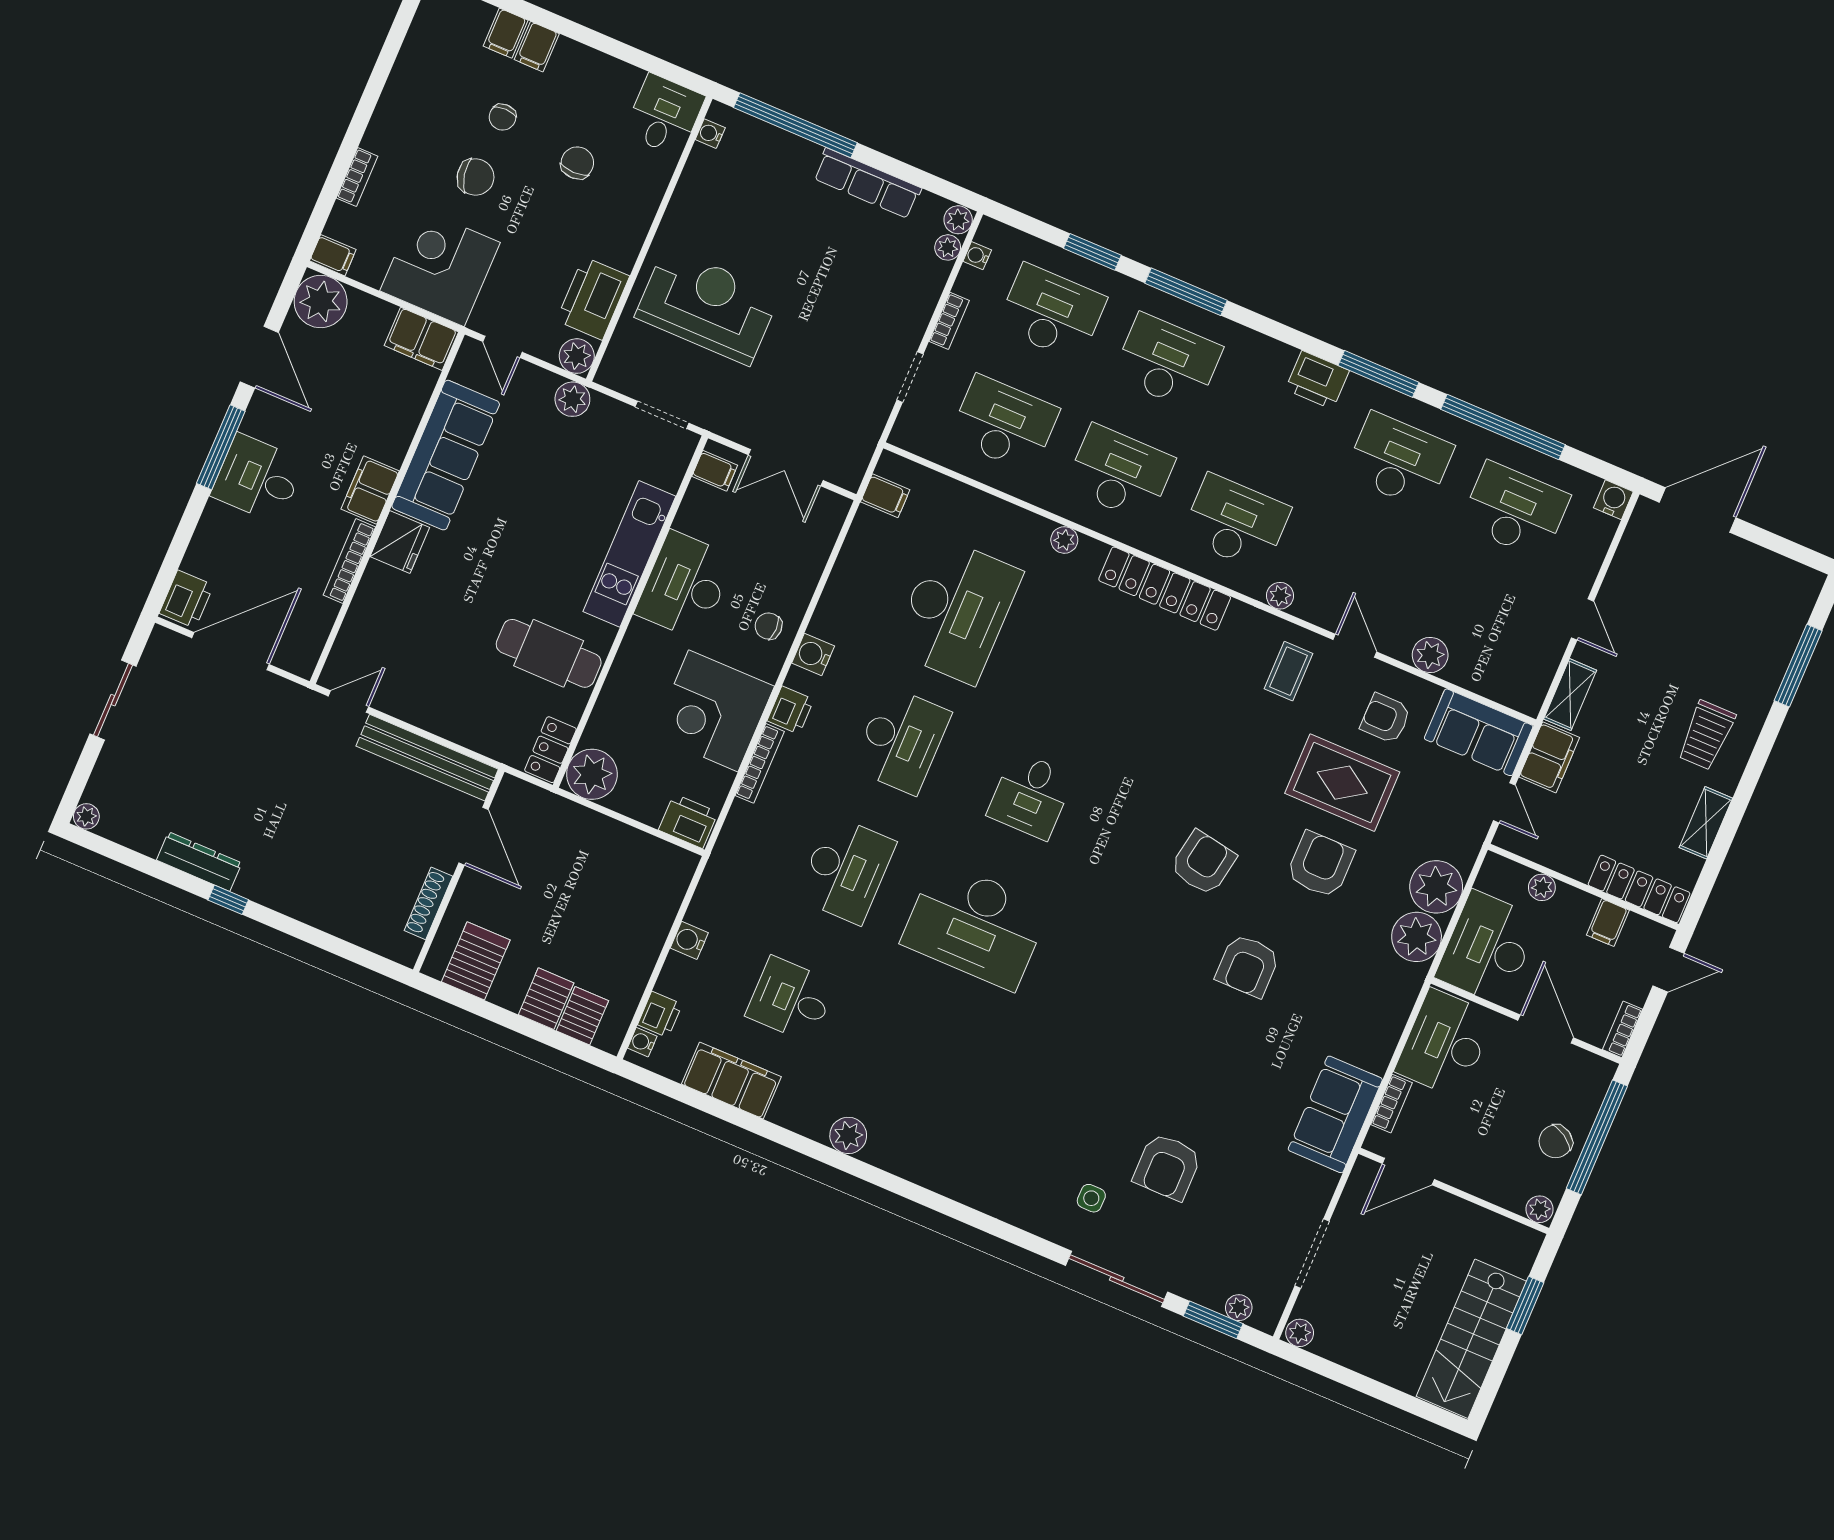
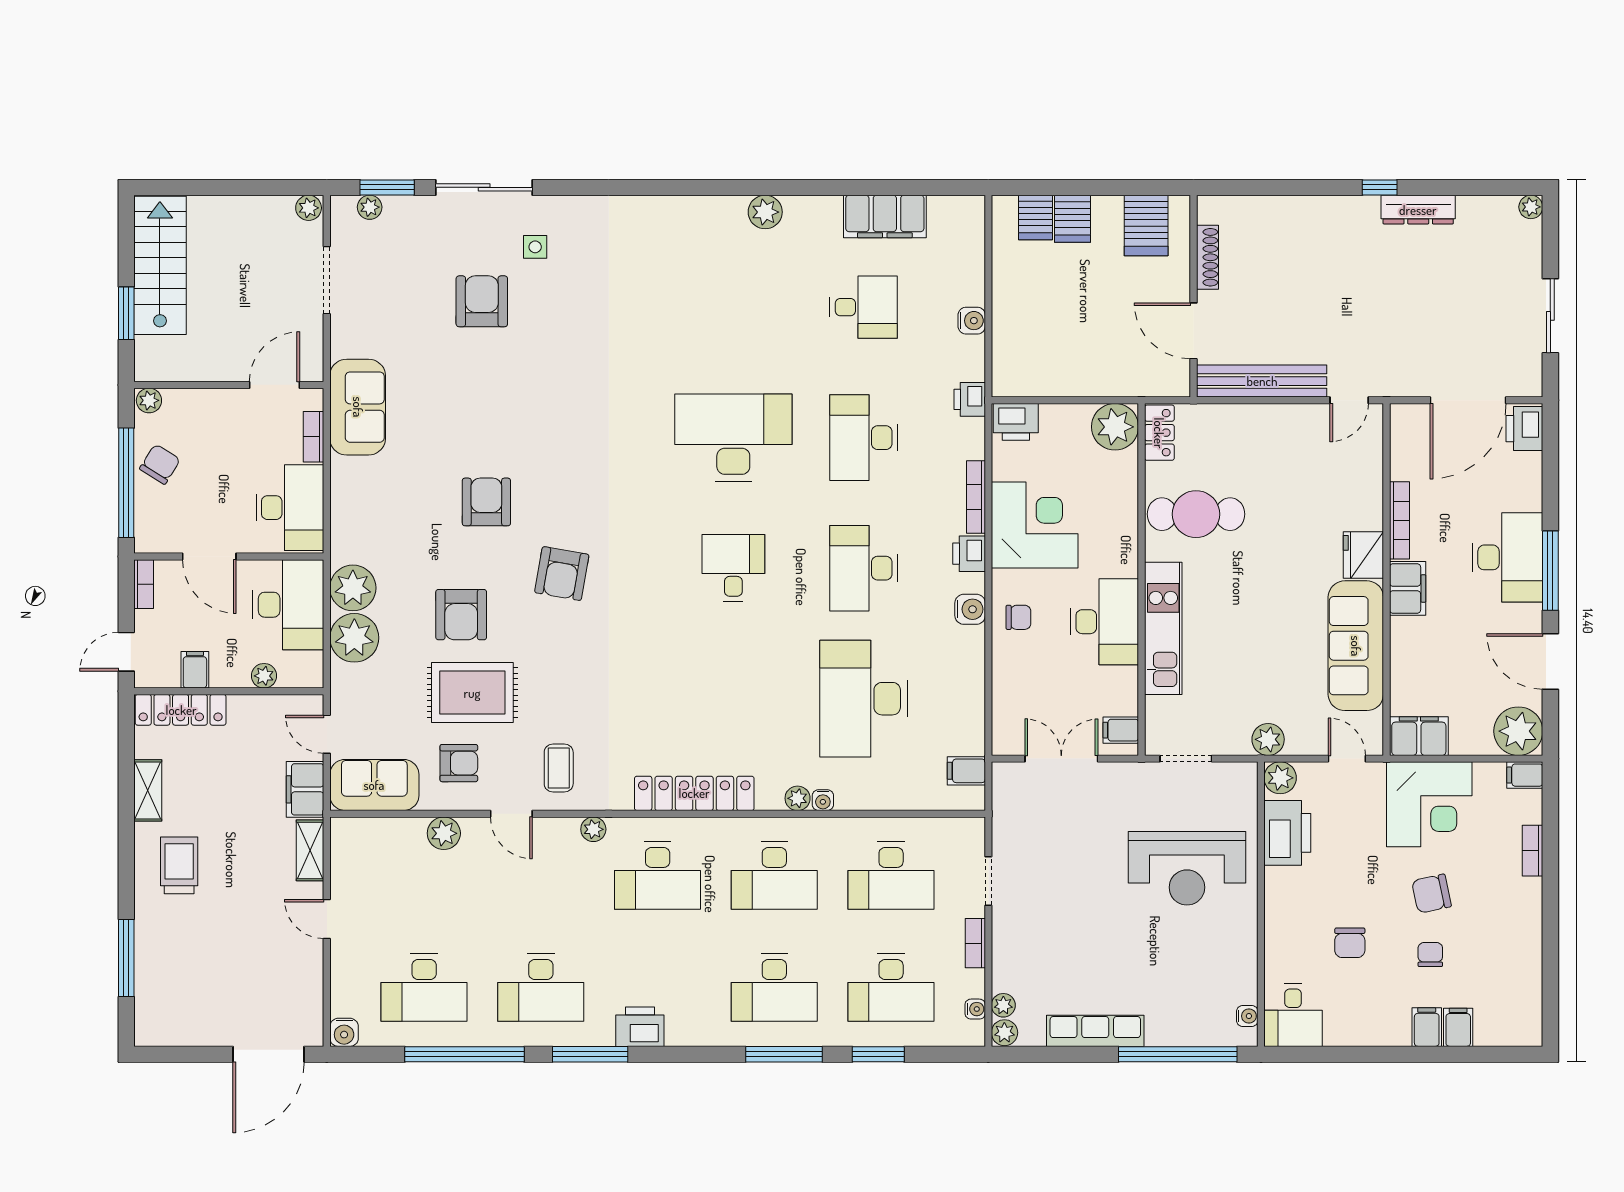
desk: (258, 478) -> (1508, 557), width x1.37
printer: (660, 1014) -> (970, 399), moved
water cooler: (642, 1042) -> (823, 800), moved, turned 90

